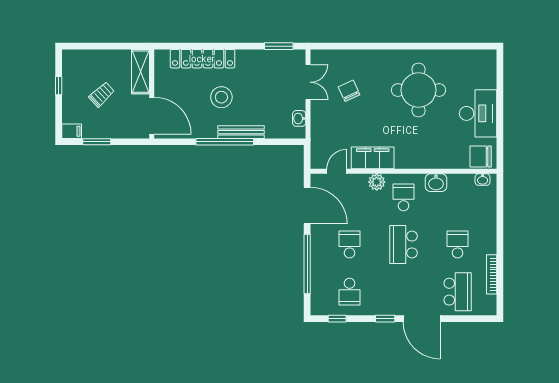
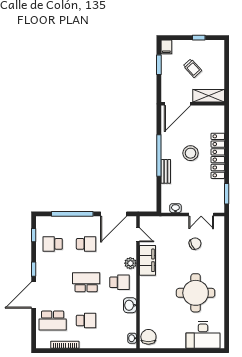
locker: (202, 59) -> (218, 156), moved
desk: (478, 113) -> (203, 335), moved
bench: (241, 132) -> (166, 171), width x0.73

